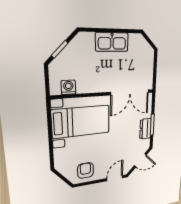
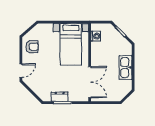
double door: (130, 92) -> (90, 82), swing flipped
door: (140, 160) -> (33, 93), removed
door: (115, 178) -> (21, 71), hinge flipped

